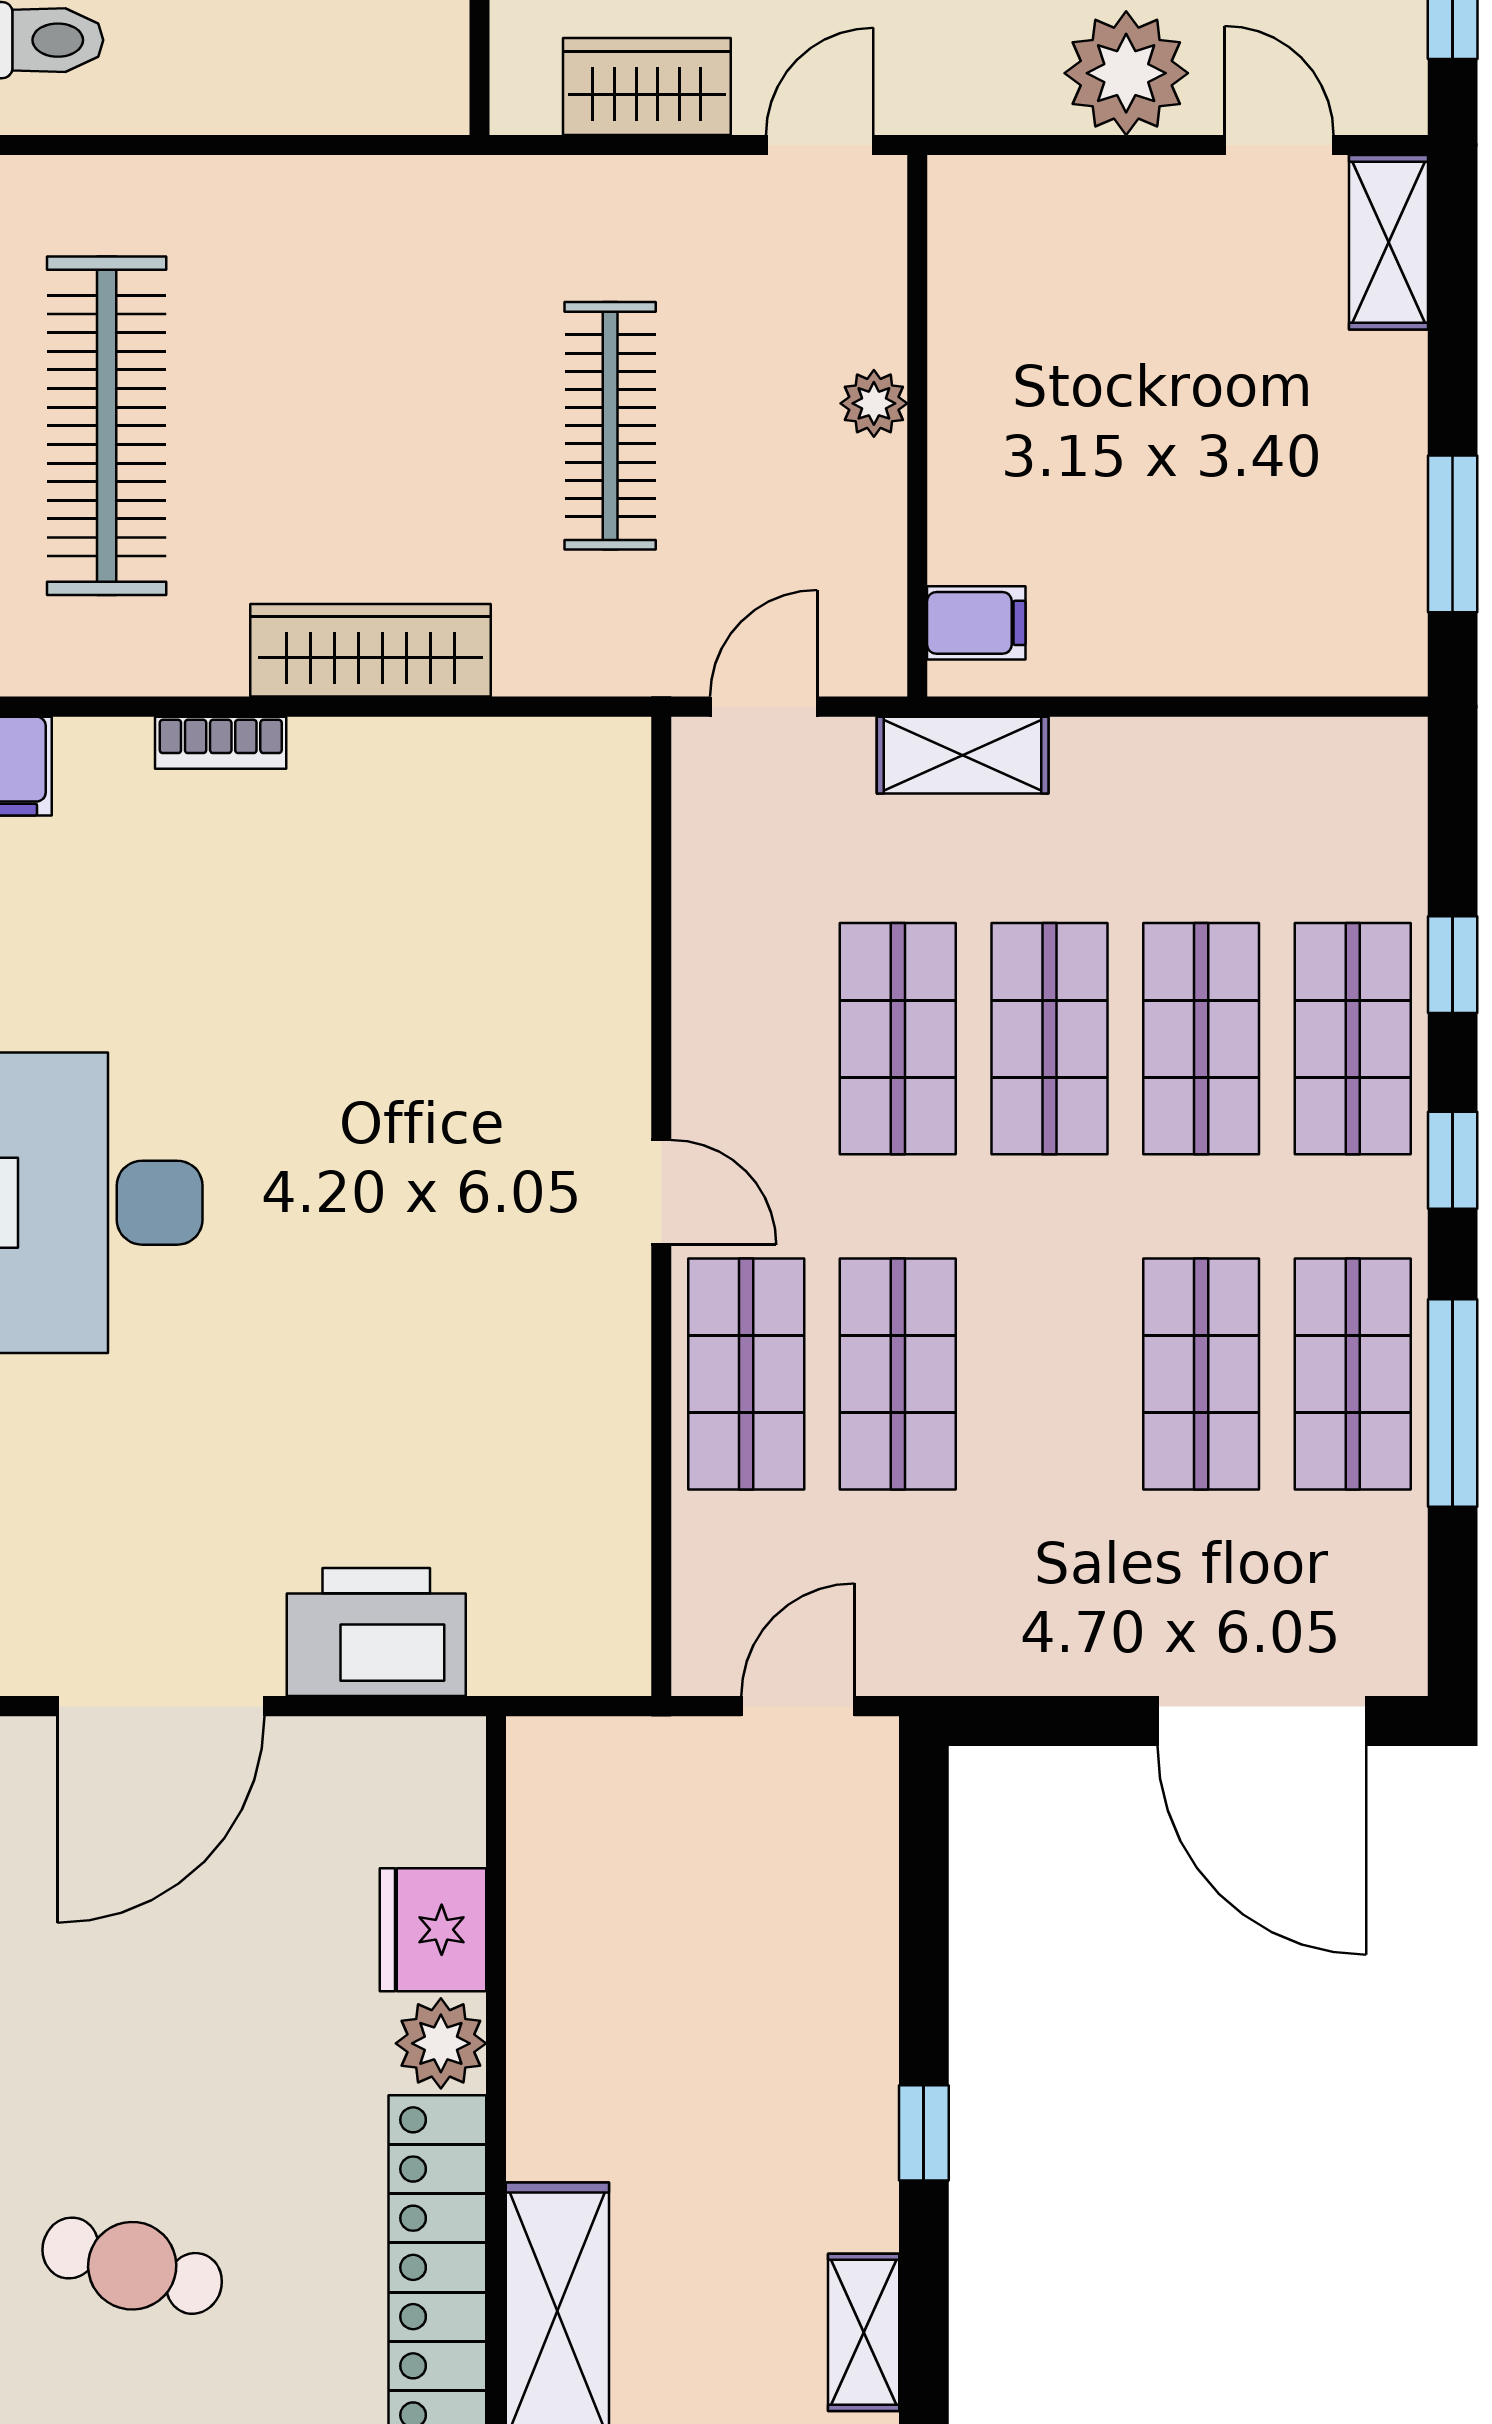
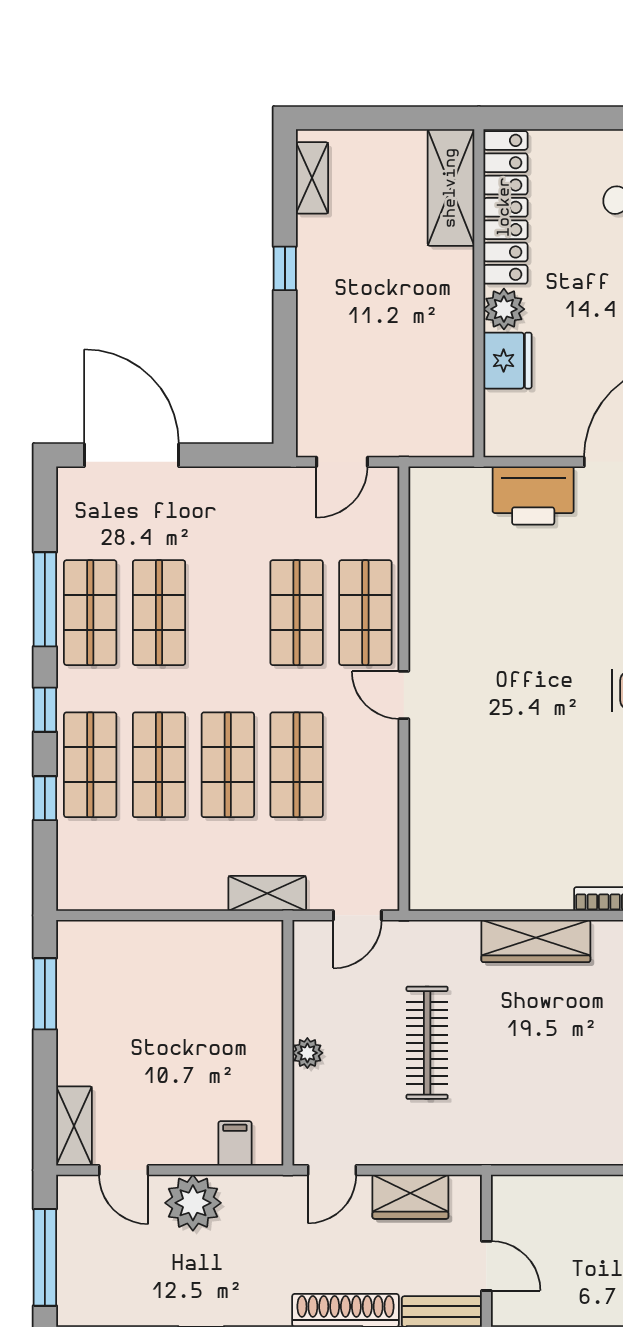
filing cabinet: (976, 623) -> (235, 1143), moved, turned 90

